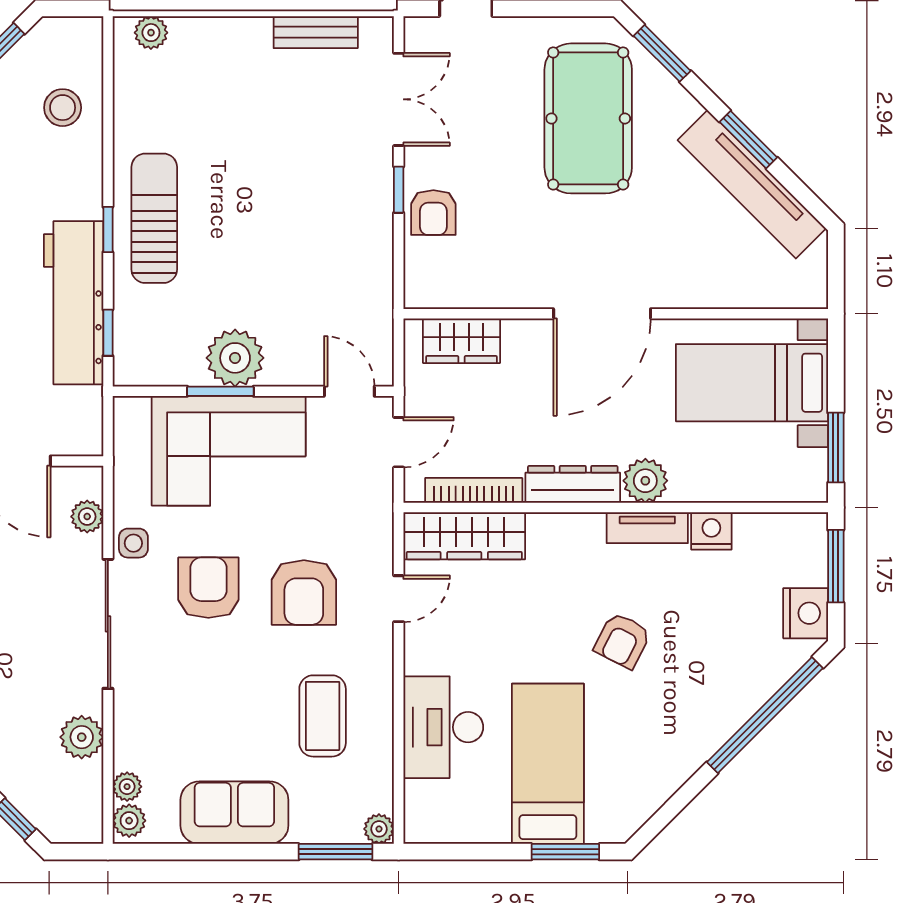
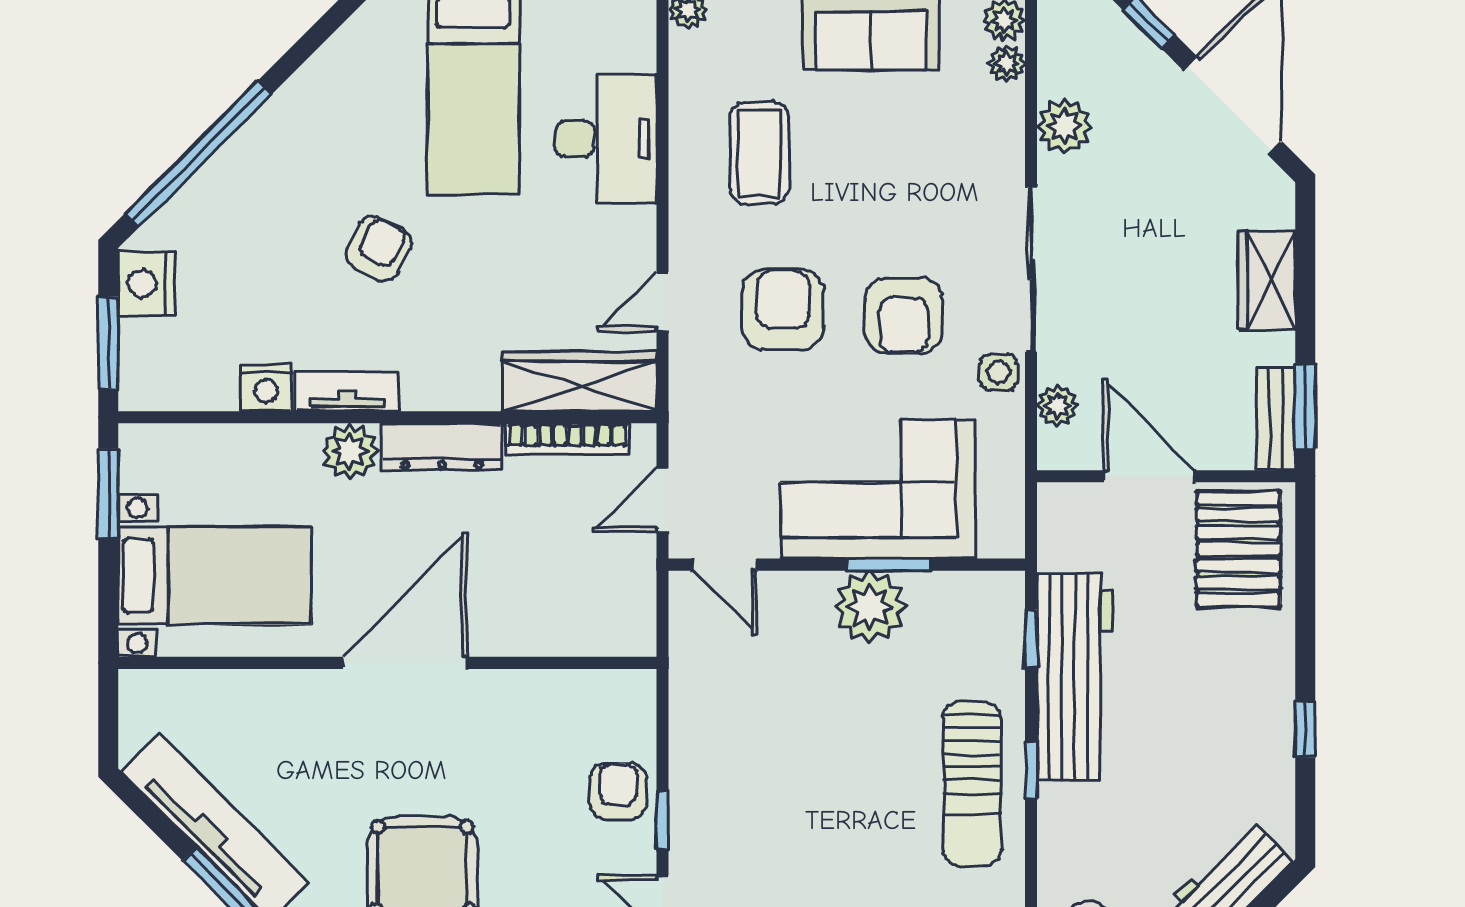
wardrobe: (461, 341) -> (583, 629), removed

